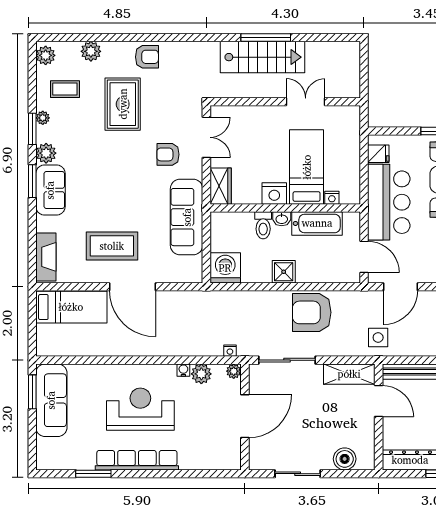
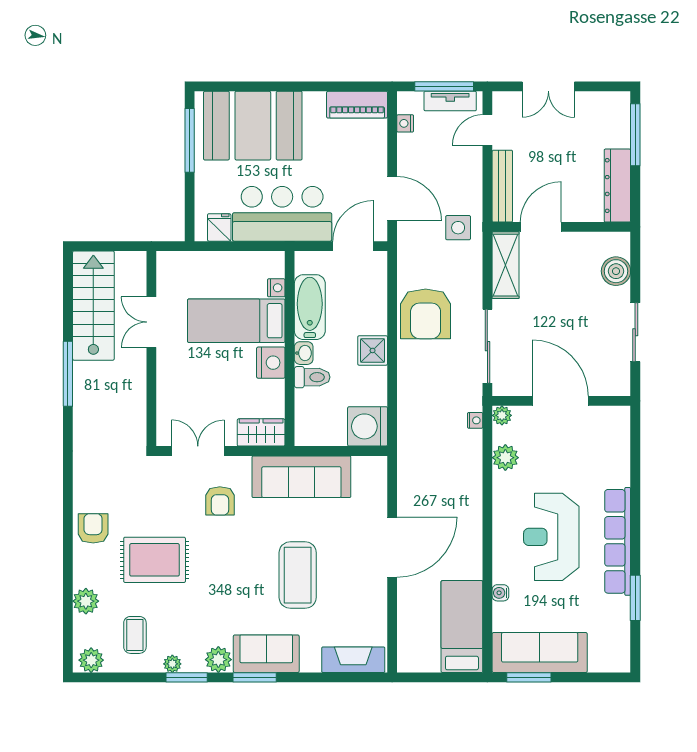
stairs: (263, 57) -> (93, 306), moved
coffee table: (112, 246) -> (298, 575), moved
bed: (71, 307) -> (462, 627), moved
water cooler: (183, 370) -> (500, 593), moved

